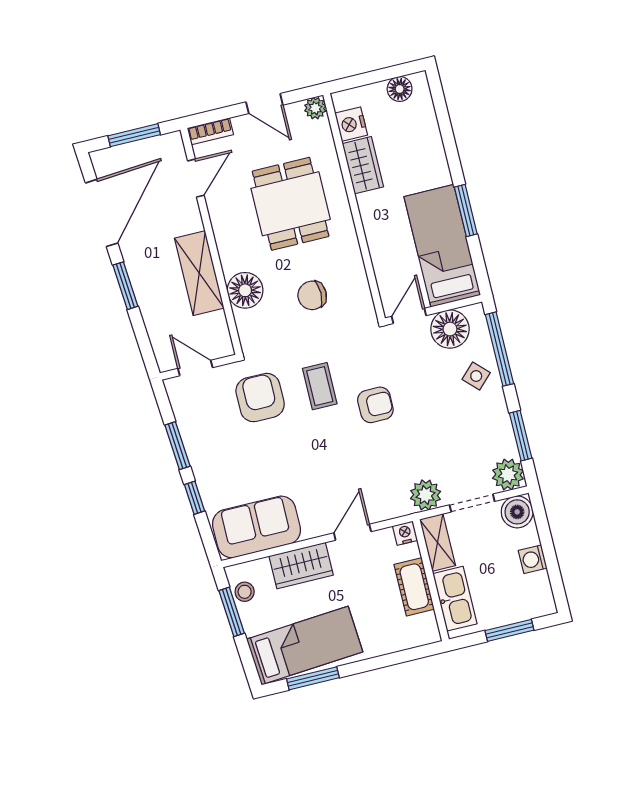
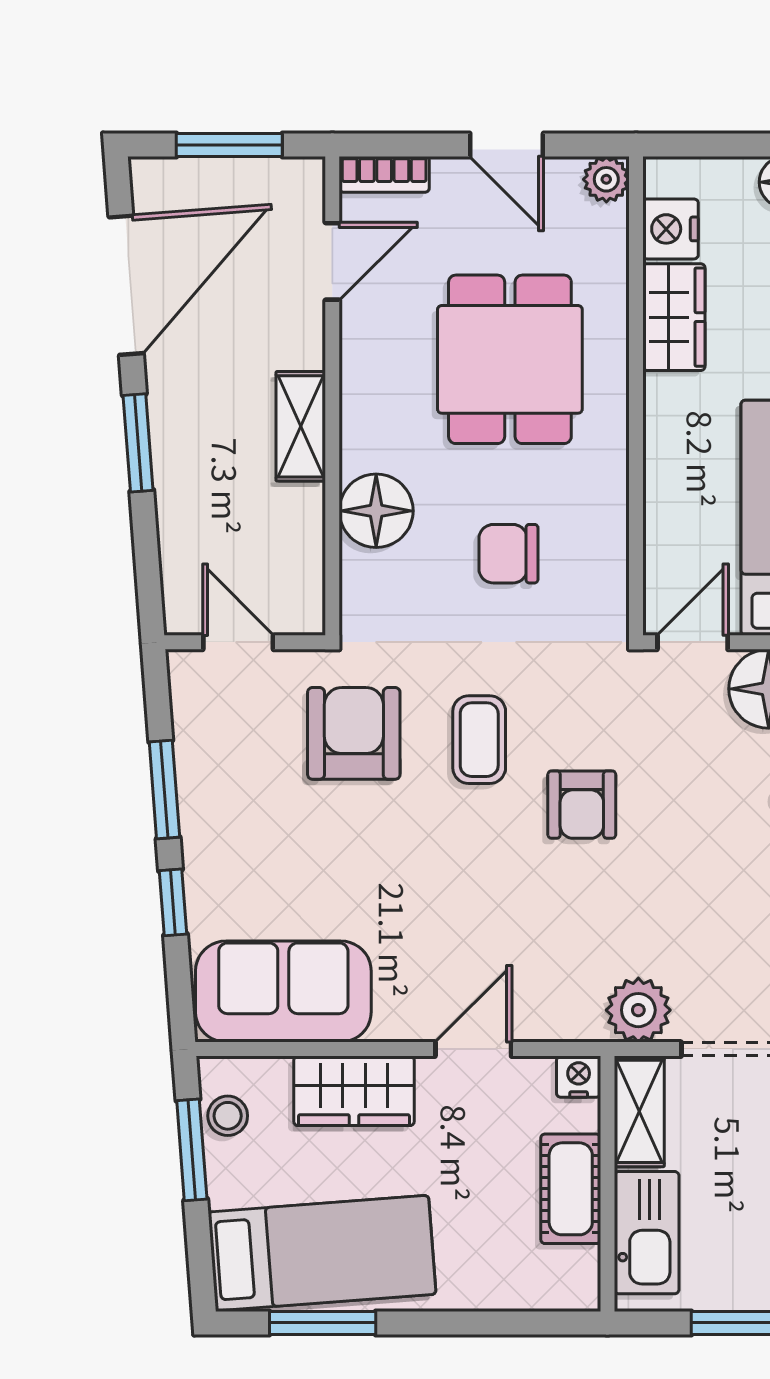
shelving: (199, 273) -> (301, 426), width x0.67, depth x0.75
armchair: (375, 405) -> (582, 805), turned 90

